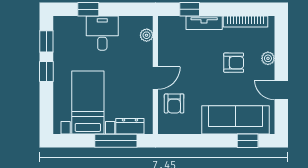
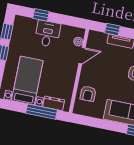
door: (155, 78) -> (82, 56), moved

